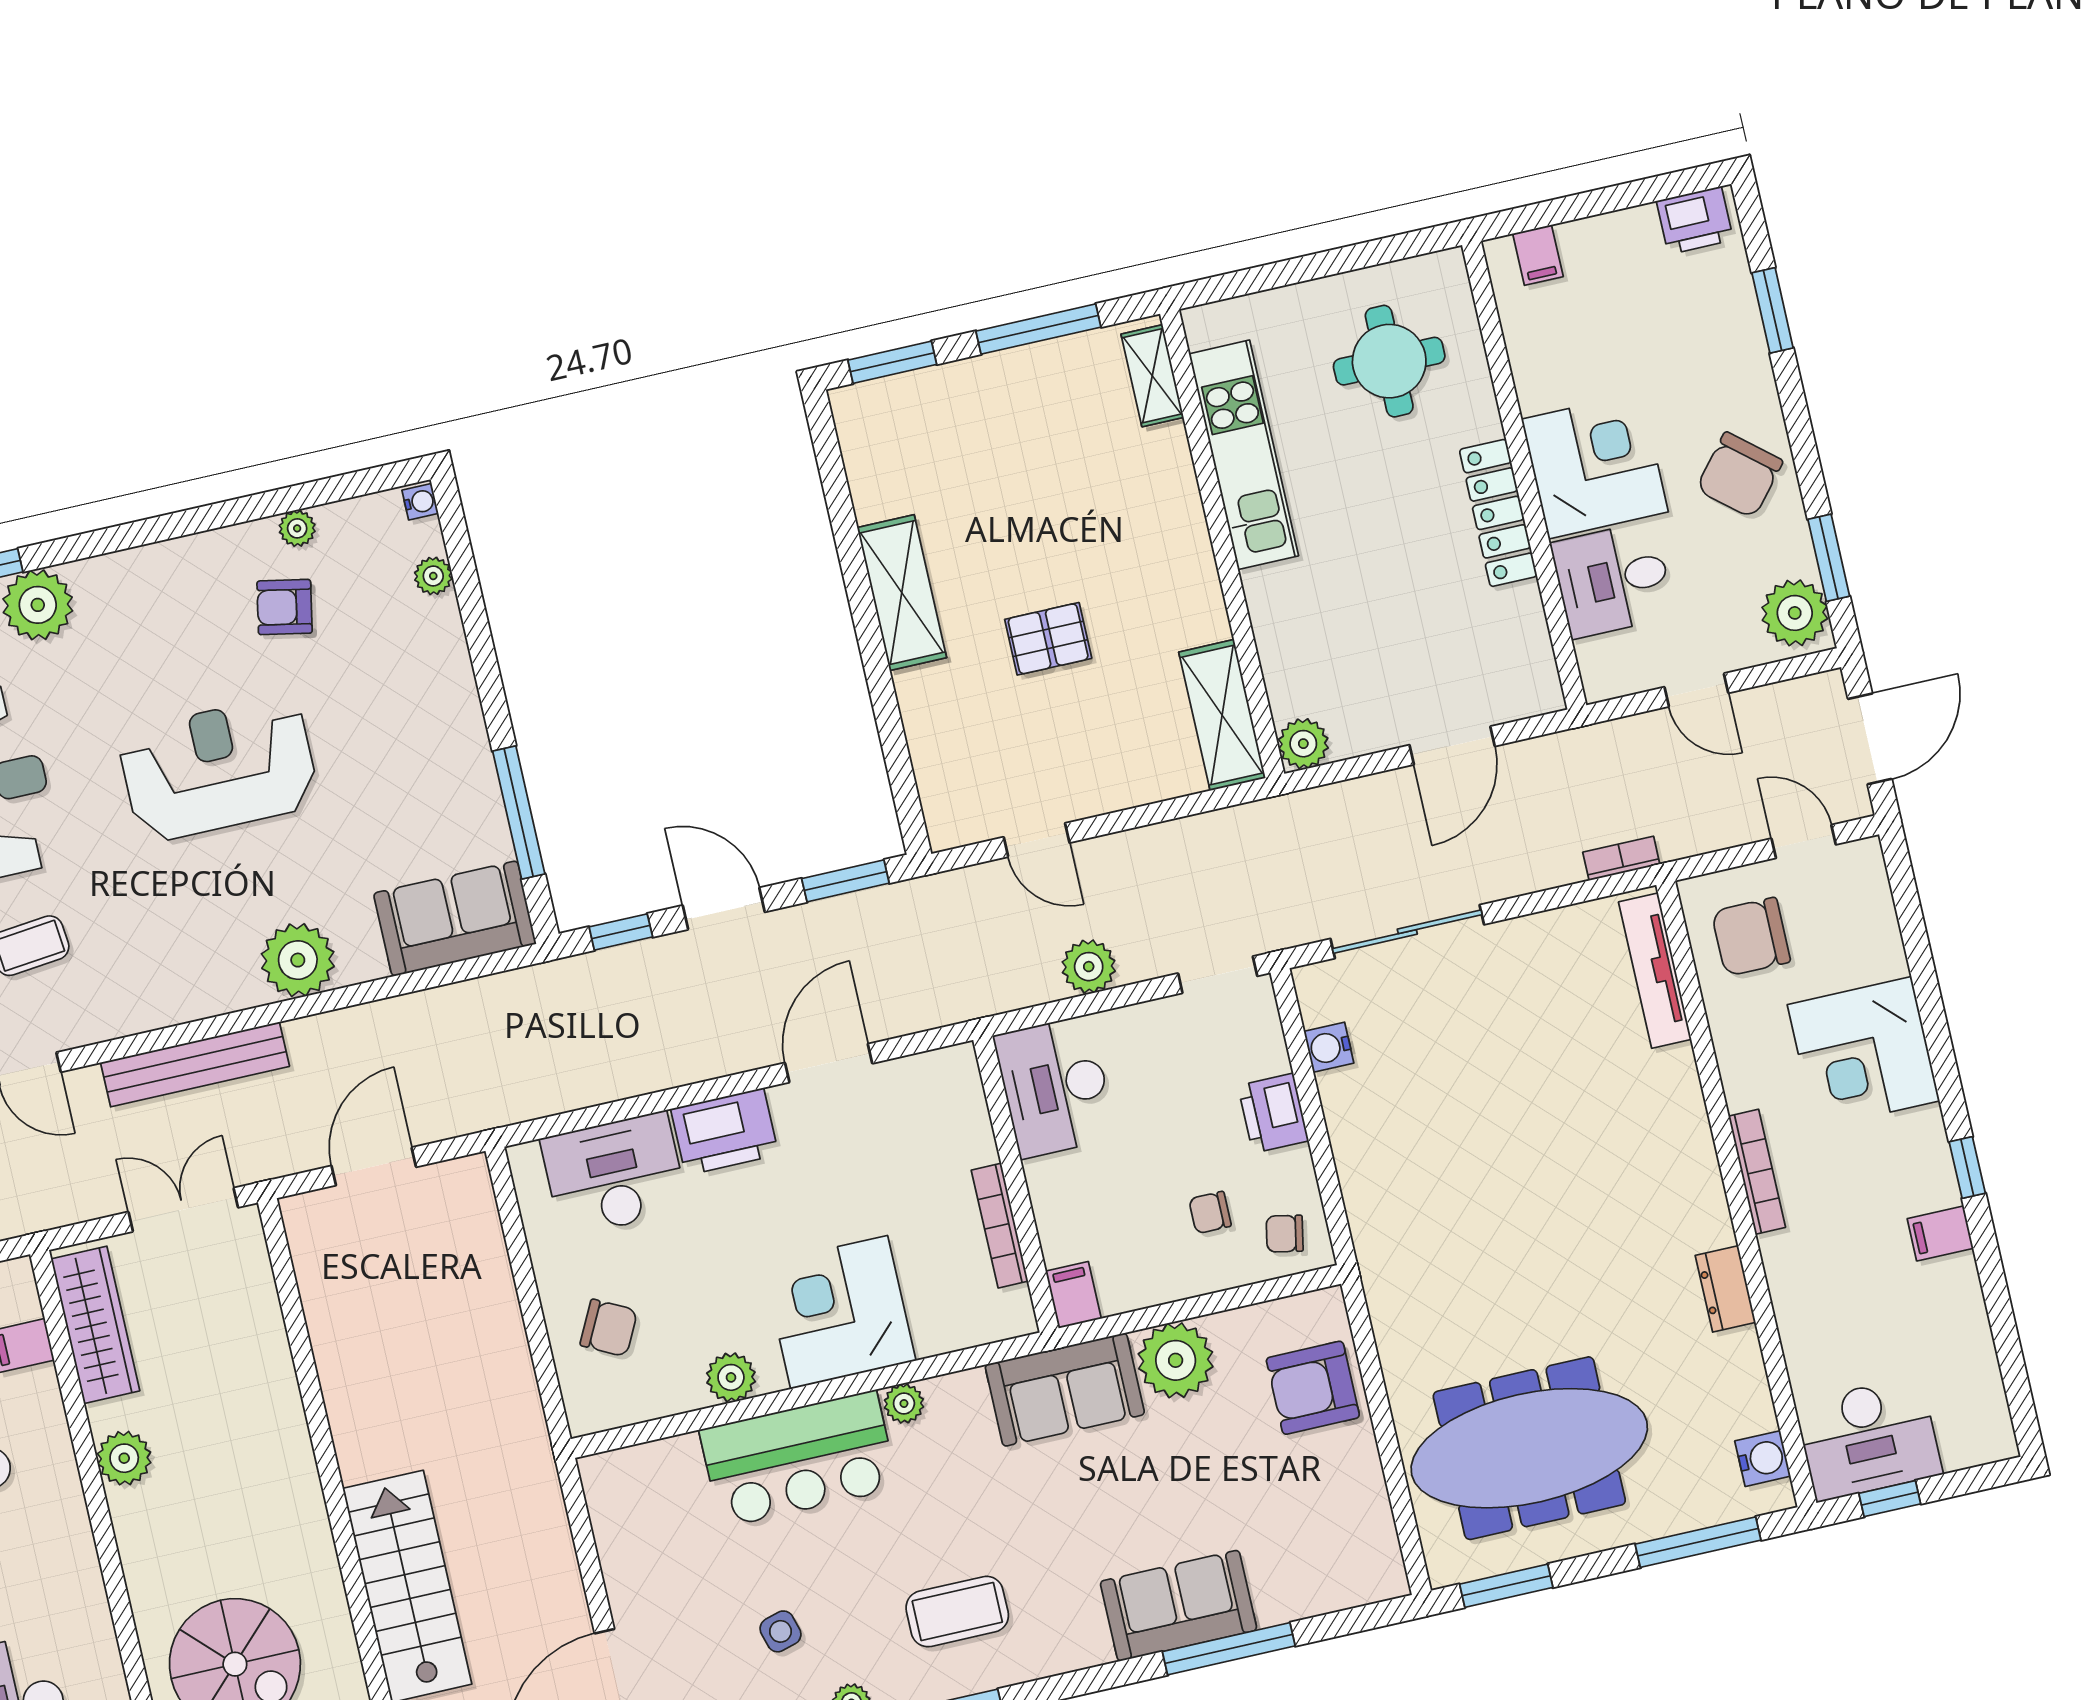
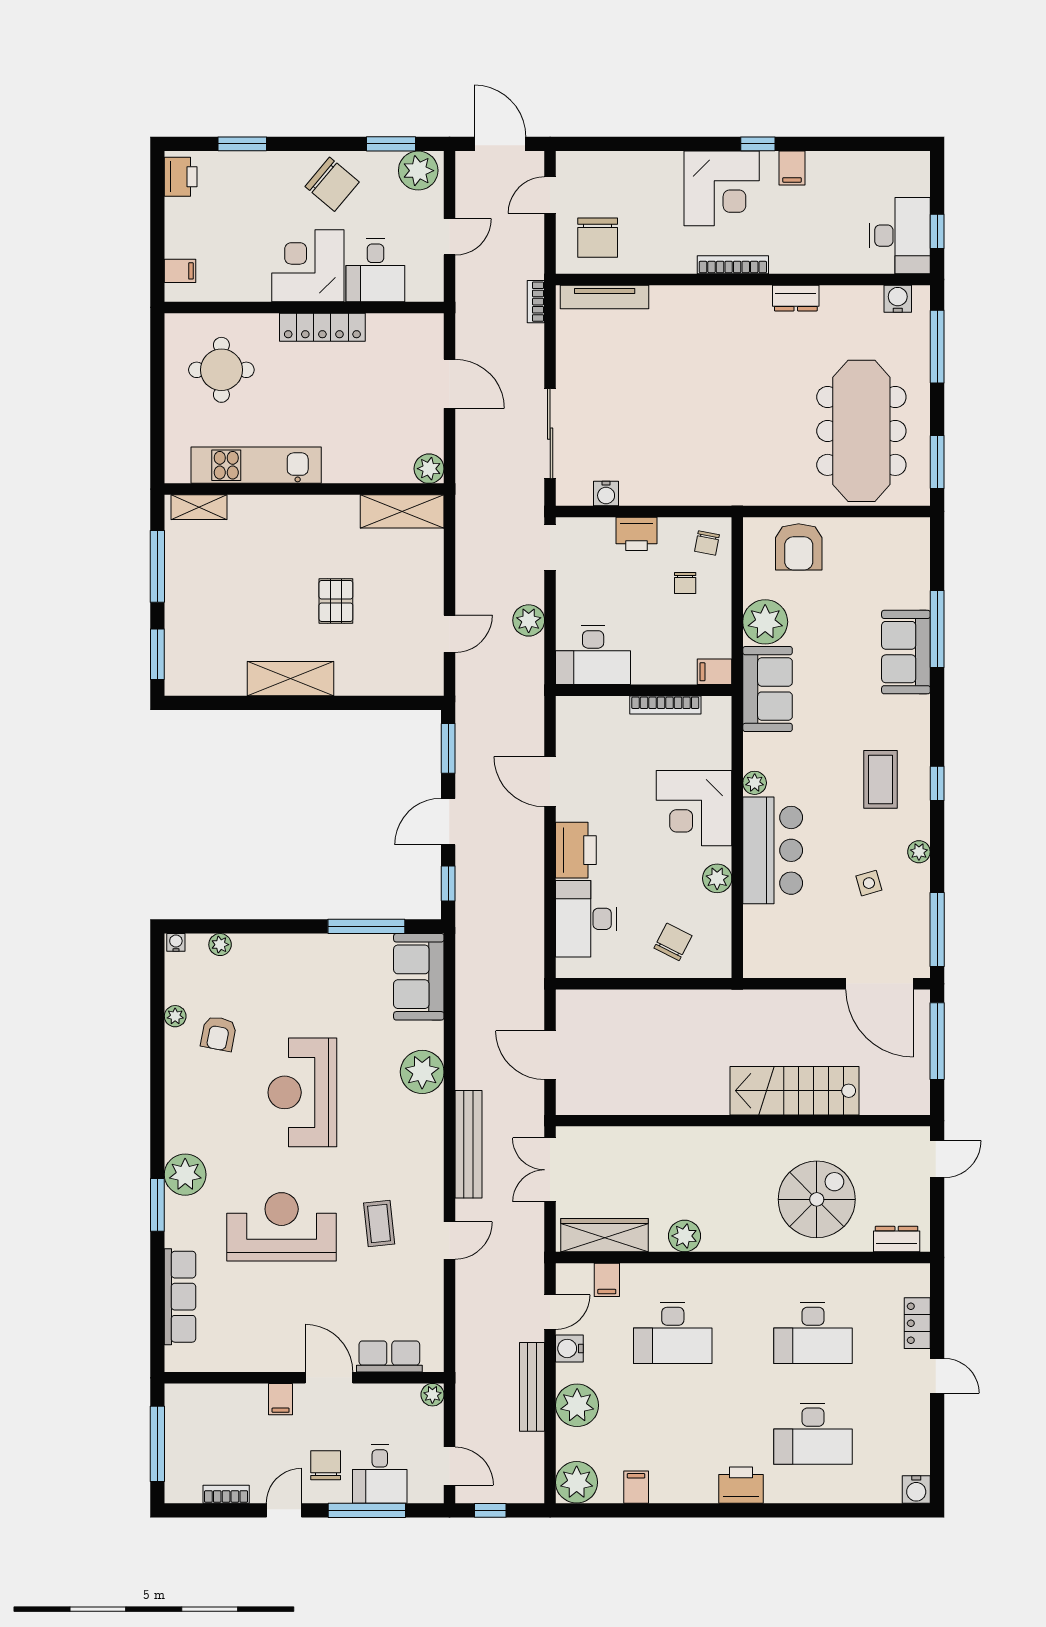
corner desk: (1863, 1053) -> (722, 188), moved

